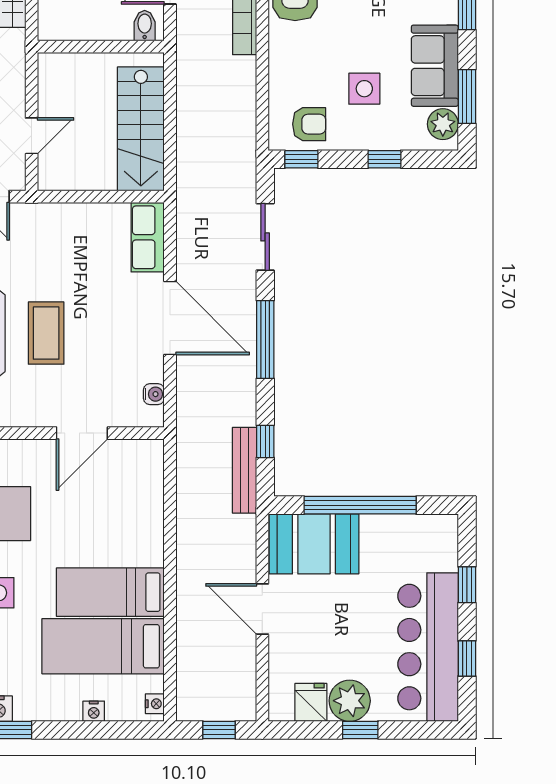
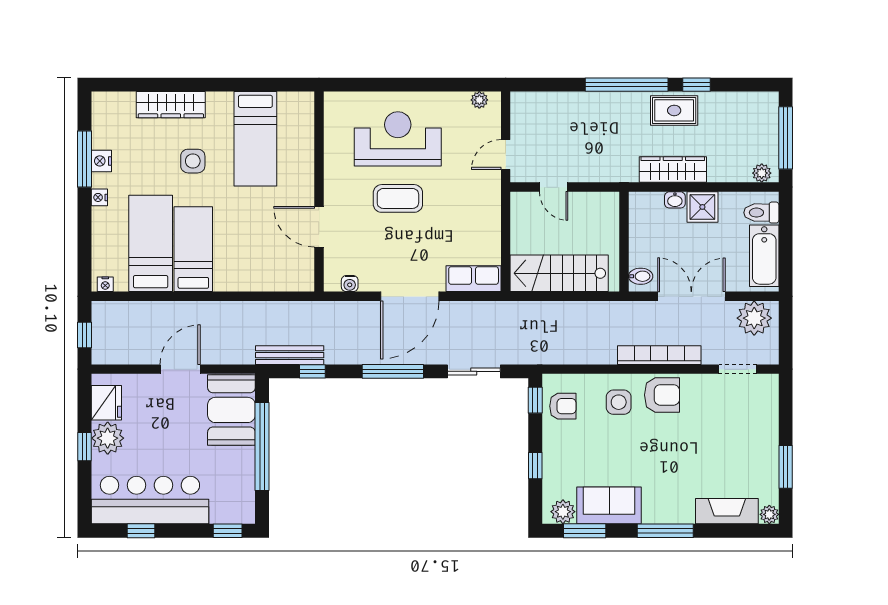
side table: (364, 89) -> (619, 402), moved
armchair: (309, 124) -> (563, 406), turned -90
window: (467, 585) -> (228, 531), moved
fridge: (311, 702) -> (106, 403), width x1.38
nightstand: (94, 711) -> (99, 197), moved

